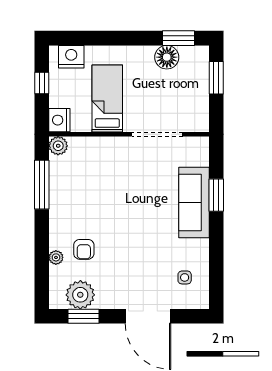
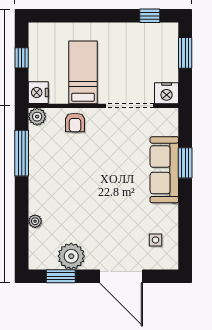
window: (178, 38) -> (150, 16), width x0.67
nightstand: (71, 57) -> (167, 93), moved, turned 180
floor lamp: (167, 57) -> (139, 34), removed
armchair: (84, 249) -> (75, 122), moved
plant: (80, 295) -> (71, 256), moved

